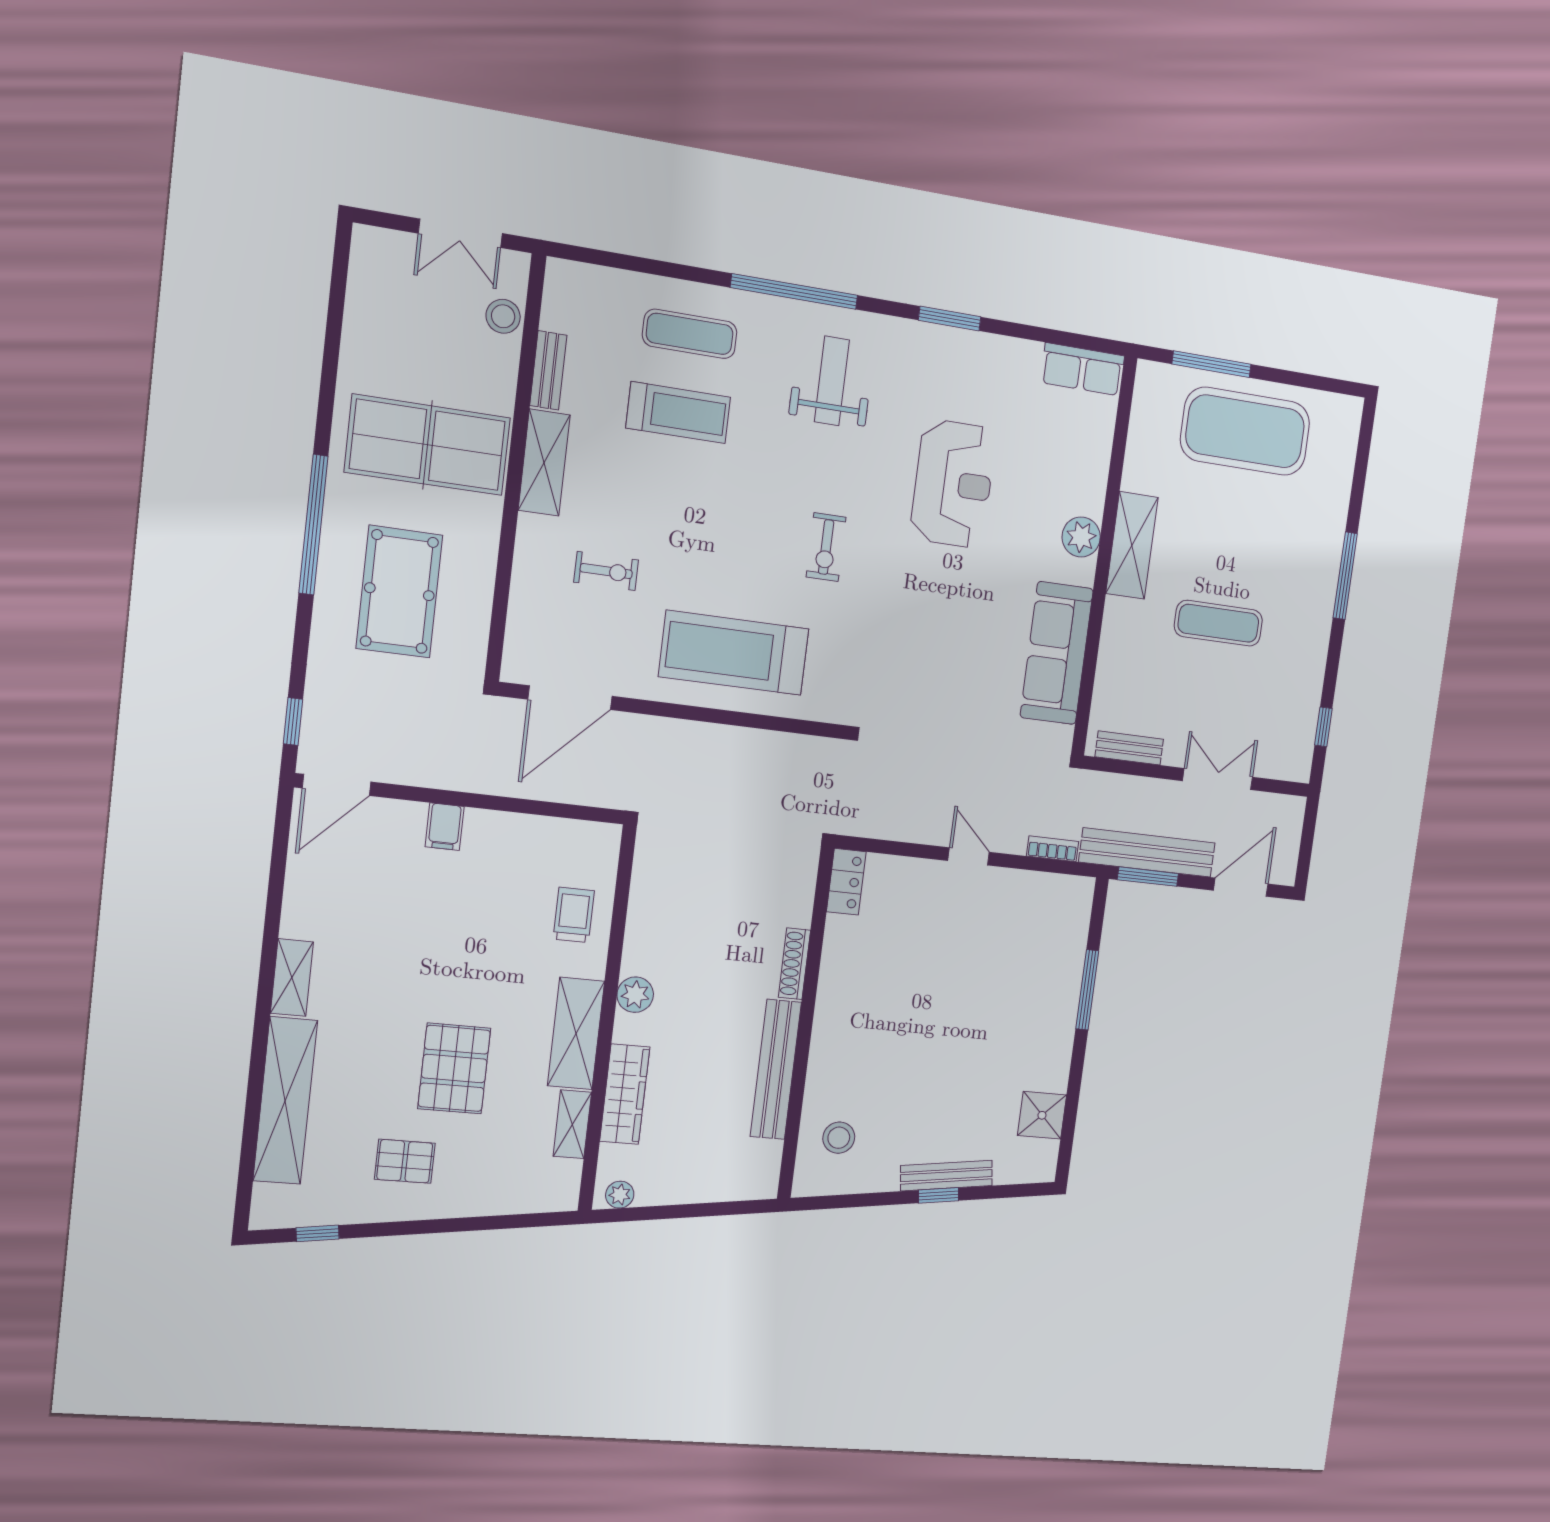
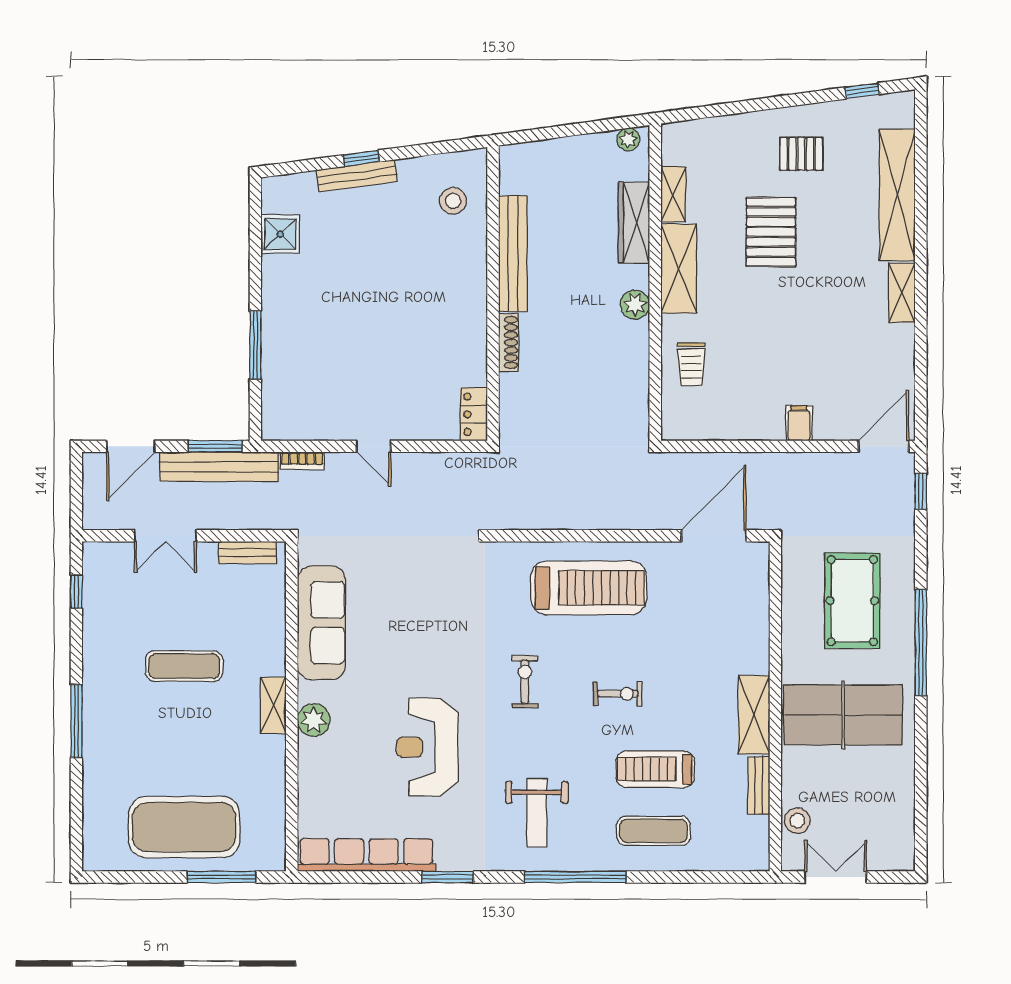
row of seats: (1083, 369) -> (366, 855), width x2.02
shelving: (1132, 545) -> (273, 705), width x0.67, depth x0.75
exercise bike: (606, 571) -> (618, 694), moved, turned 180

